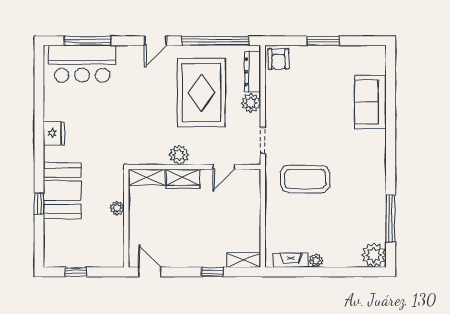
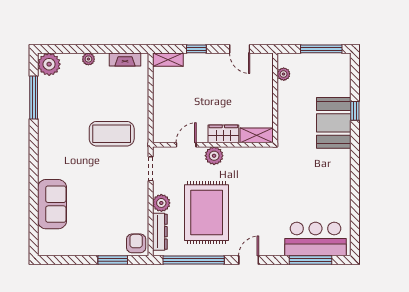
window: (323, 41) -> (113, 260), moved
fridge: (54, 133) -> (341, 176), removed
plant: (179, 155) -> (214, 156), moved
plant: (117, 208) -> (284, 74), moved
plant: (316, 261) -> (88, 59), moved
window: (76, 272) -> (321, 49), width x2.17
door: (150, 272) -> (240, 49), moved

